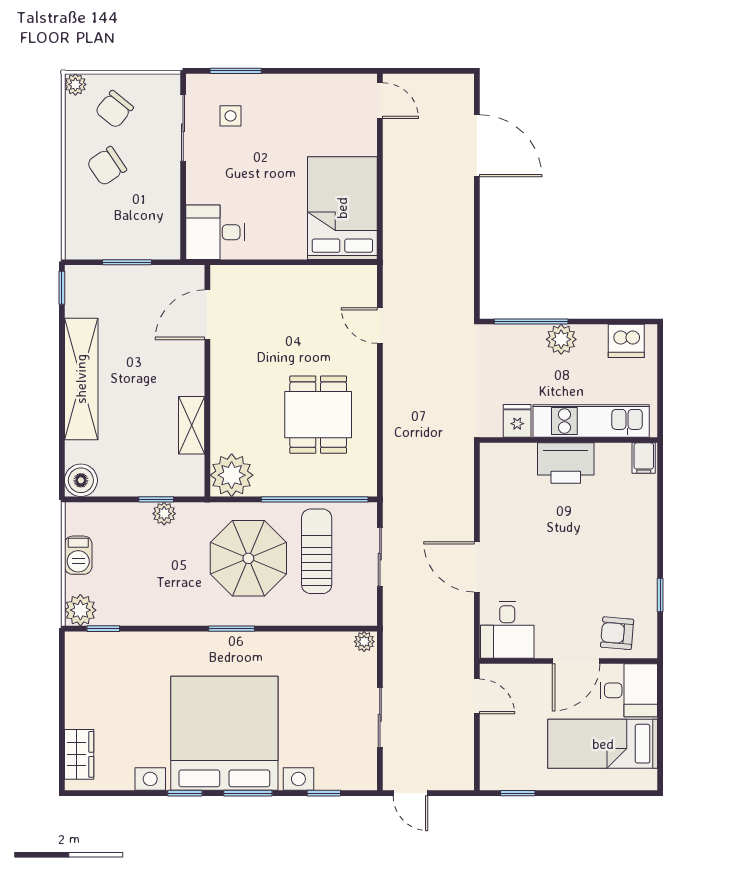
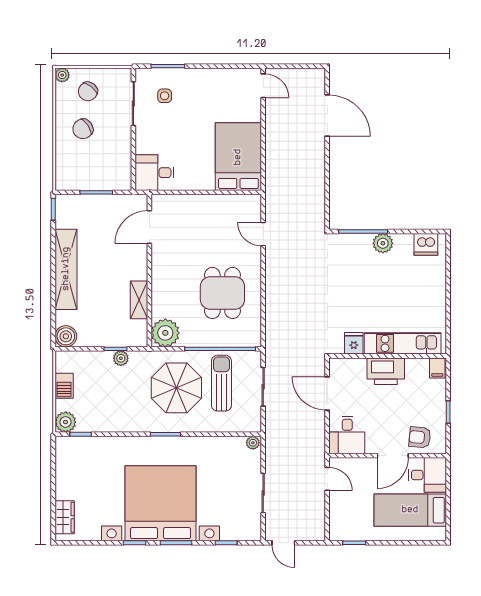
fridge: (517, 421) -> (354, 343), moved
kitchen unit: (591, 421) -> (403, 343), moved
wall: (568, 440) -> (388, 356), moved
filing cabinet: (644, 458) -> (437, 368), moved
printer: (566, 463) -> (386, 371), moved

